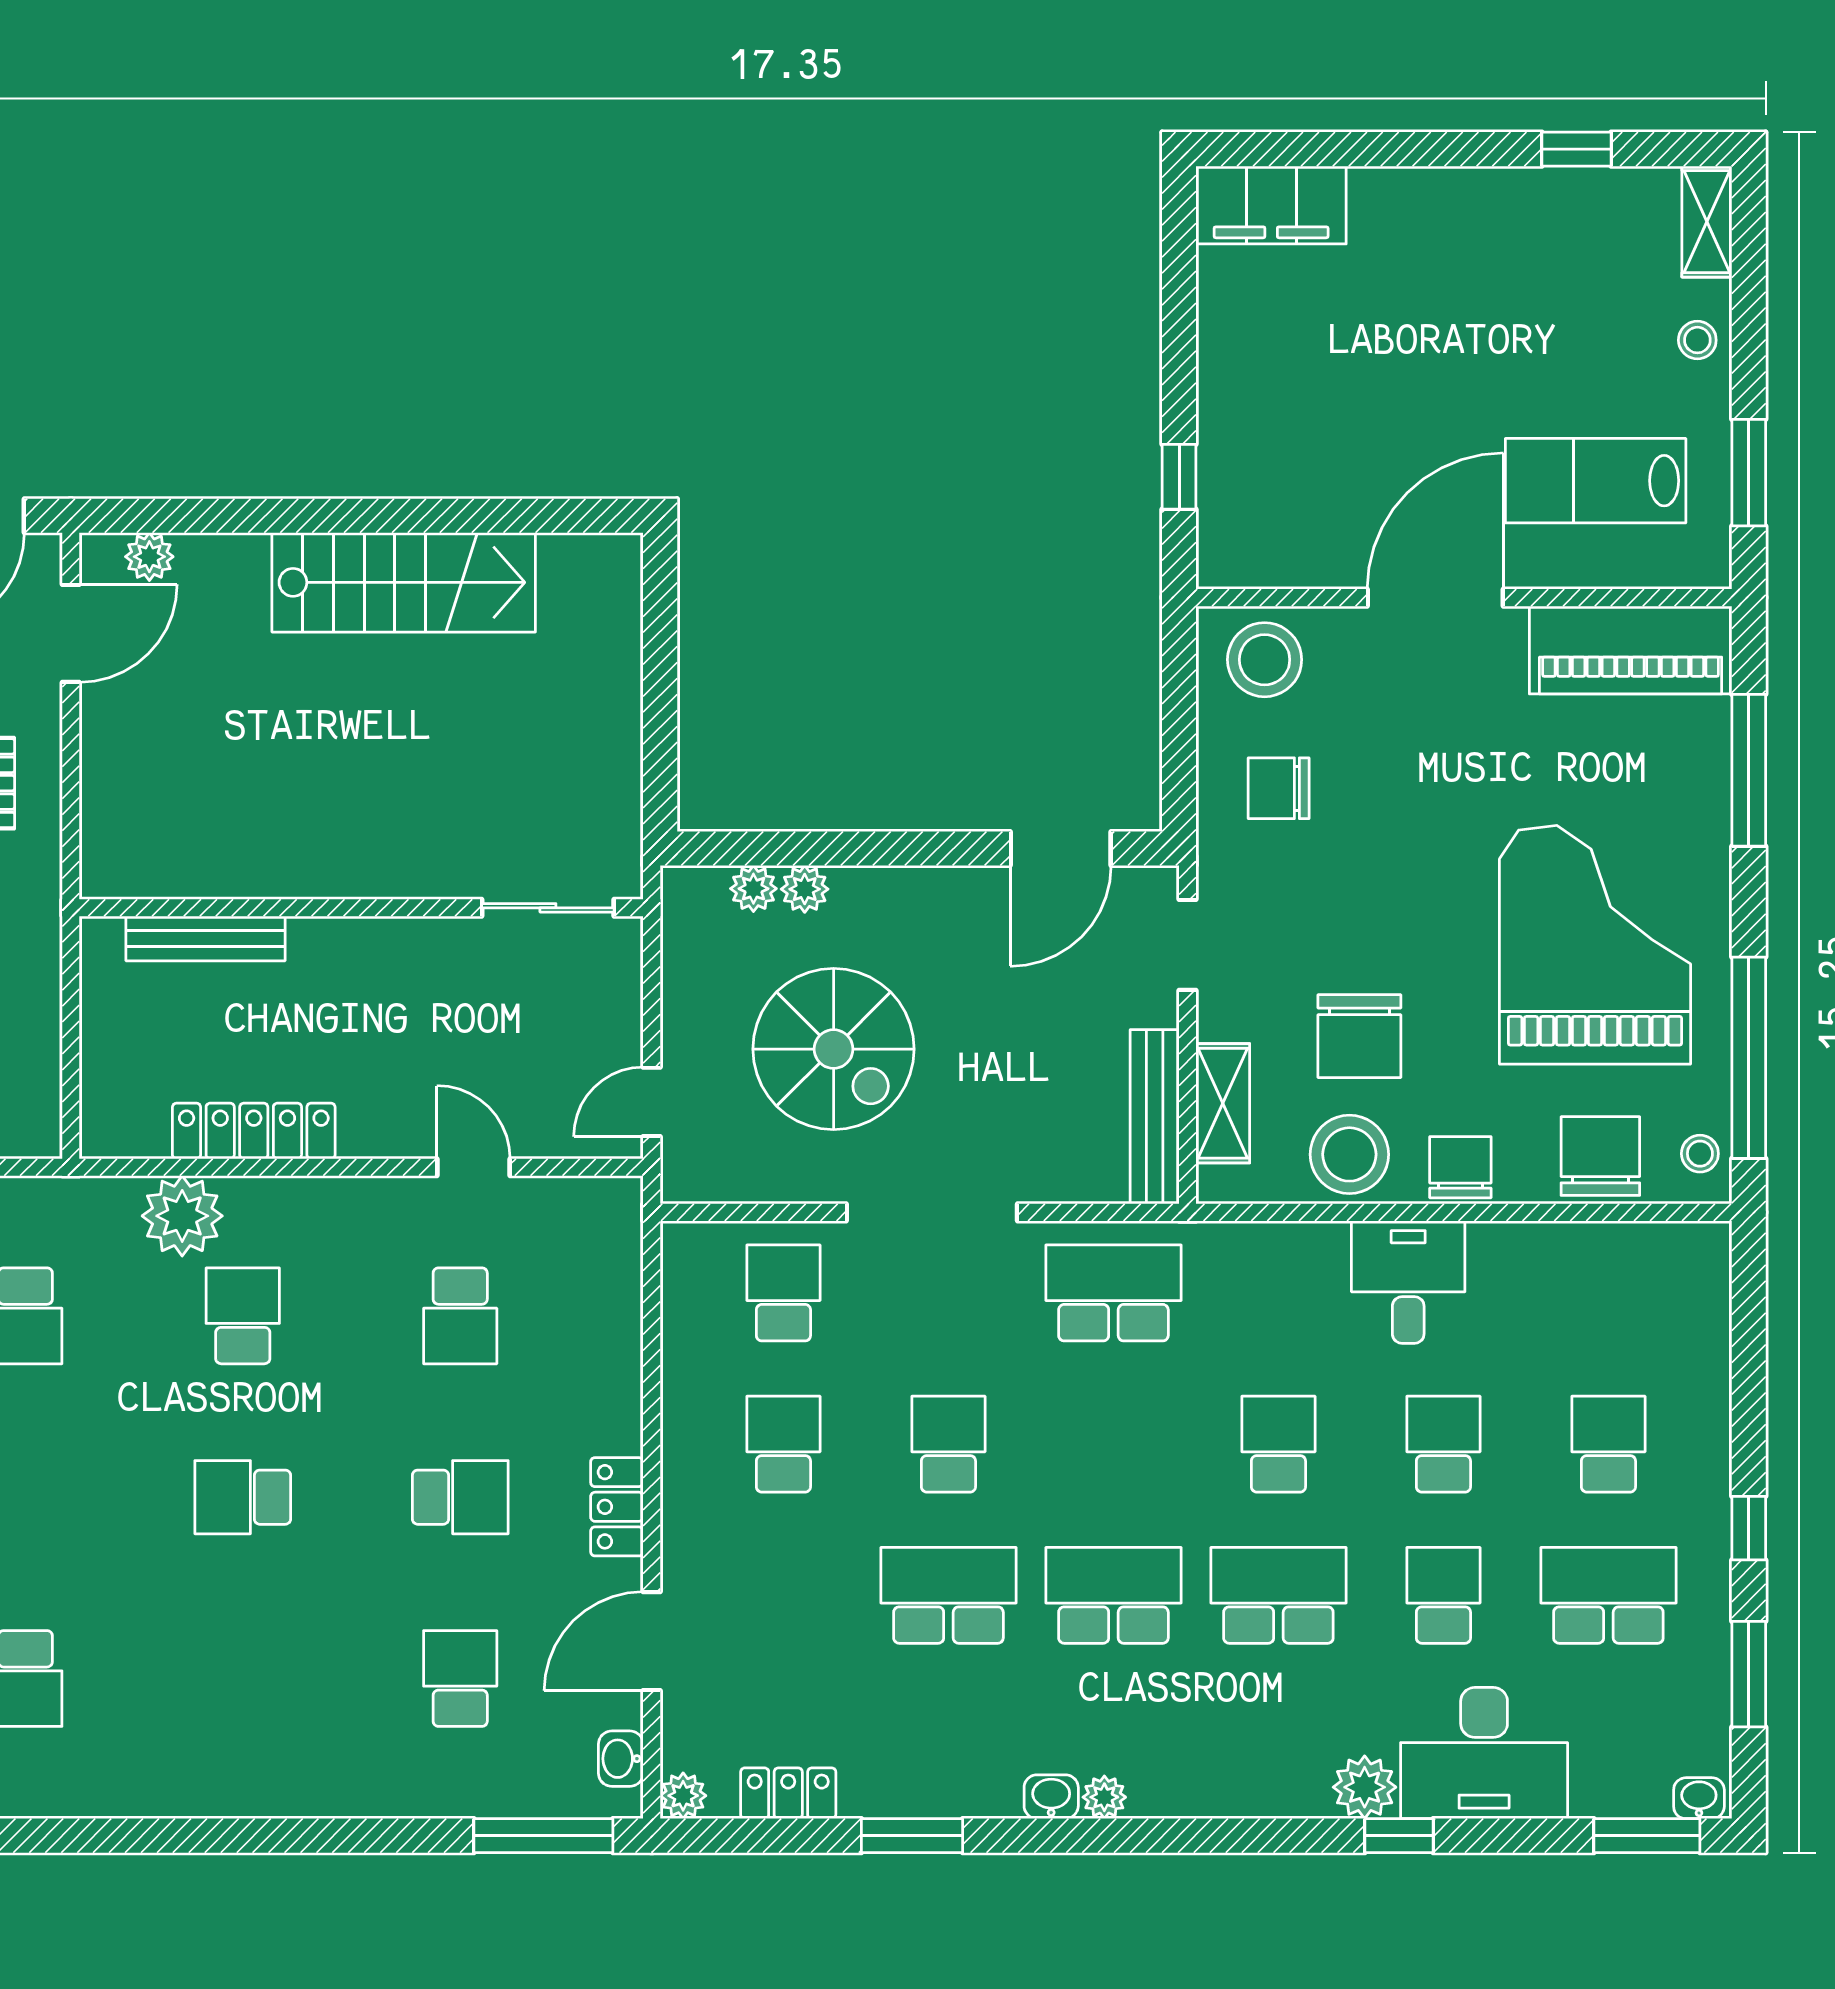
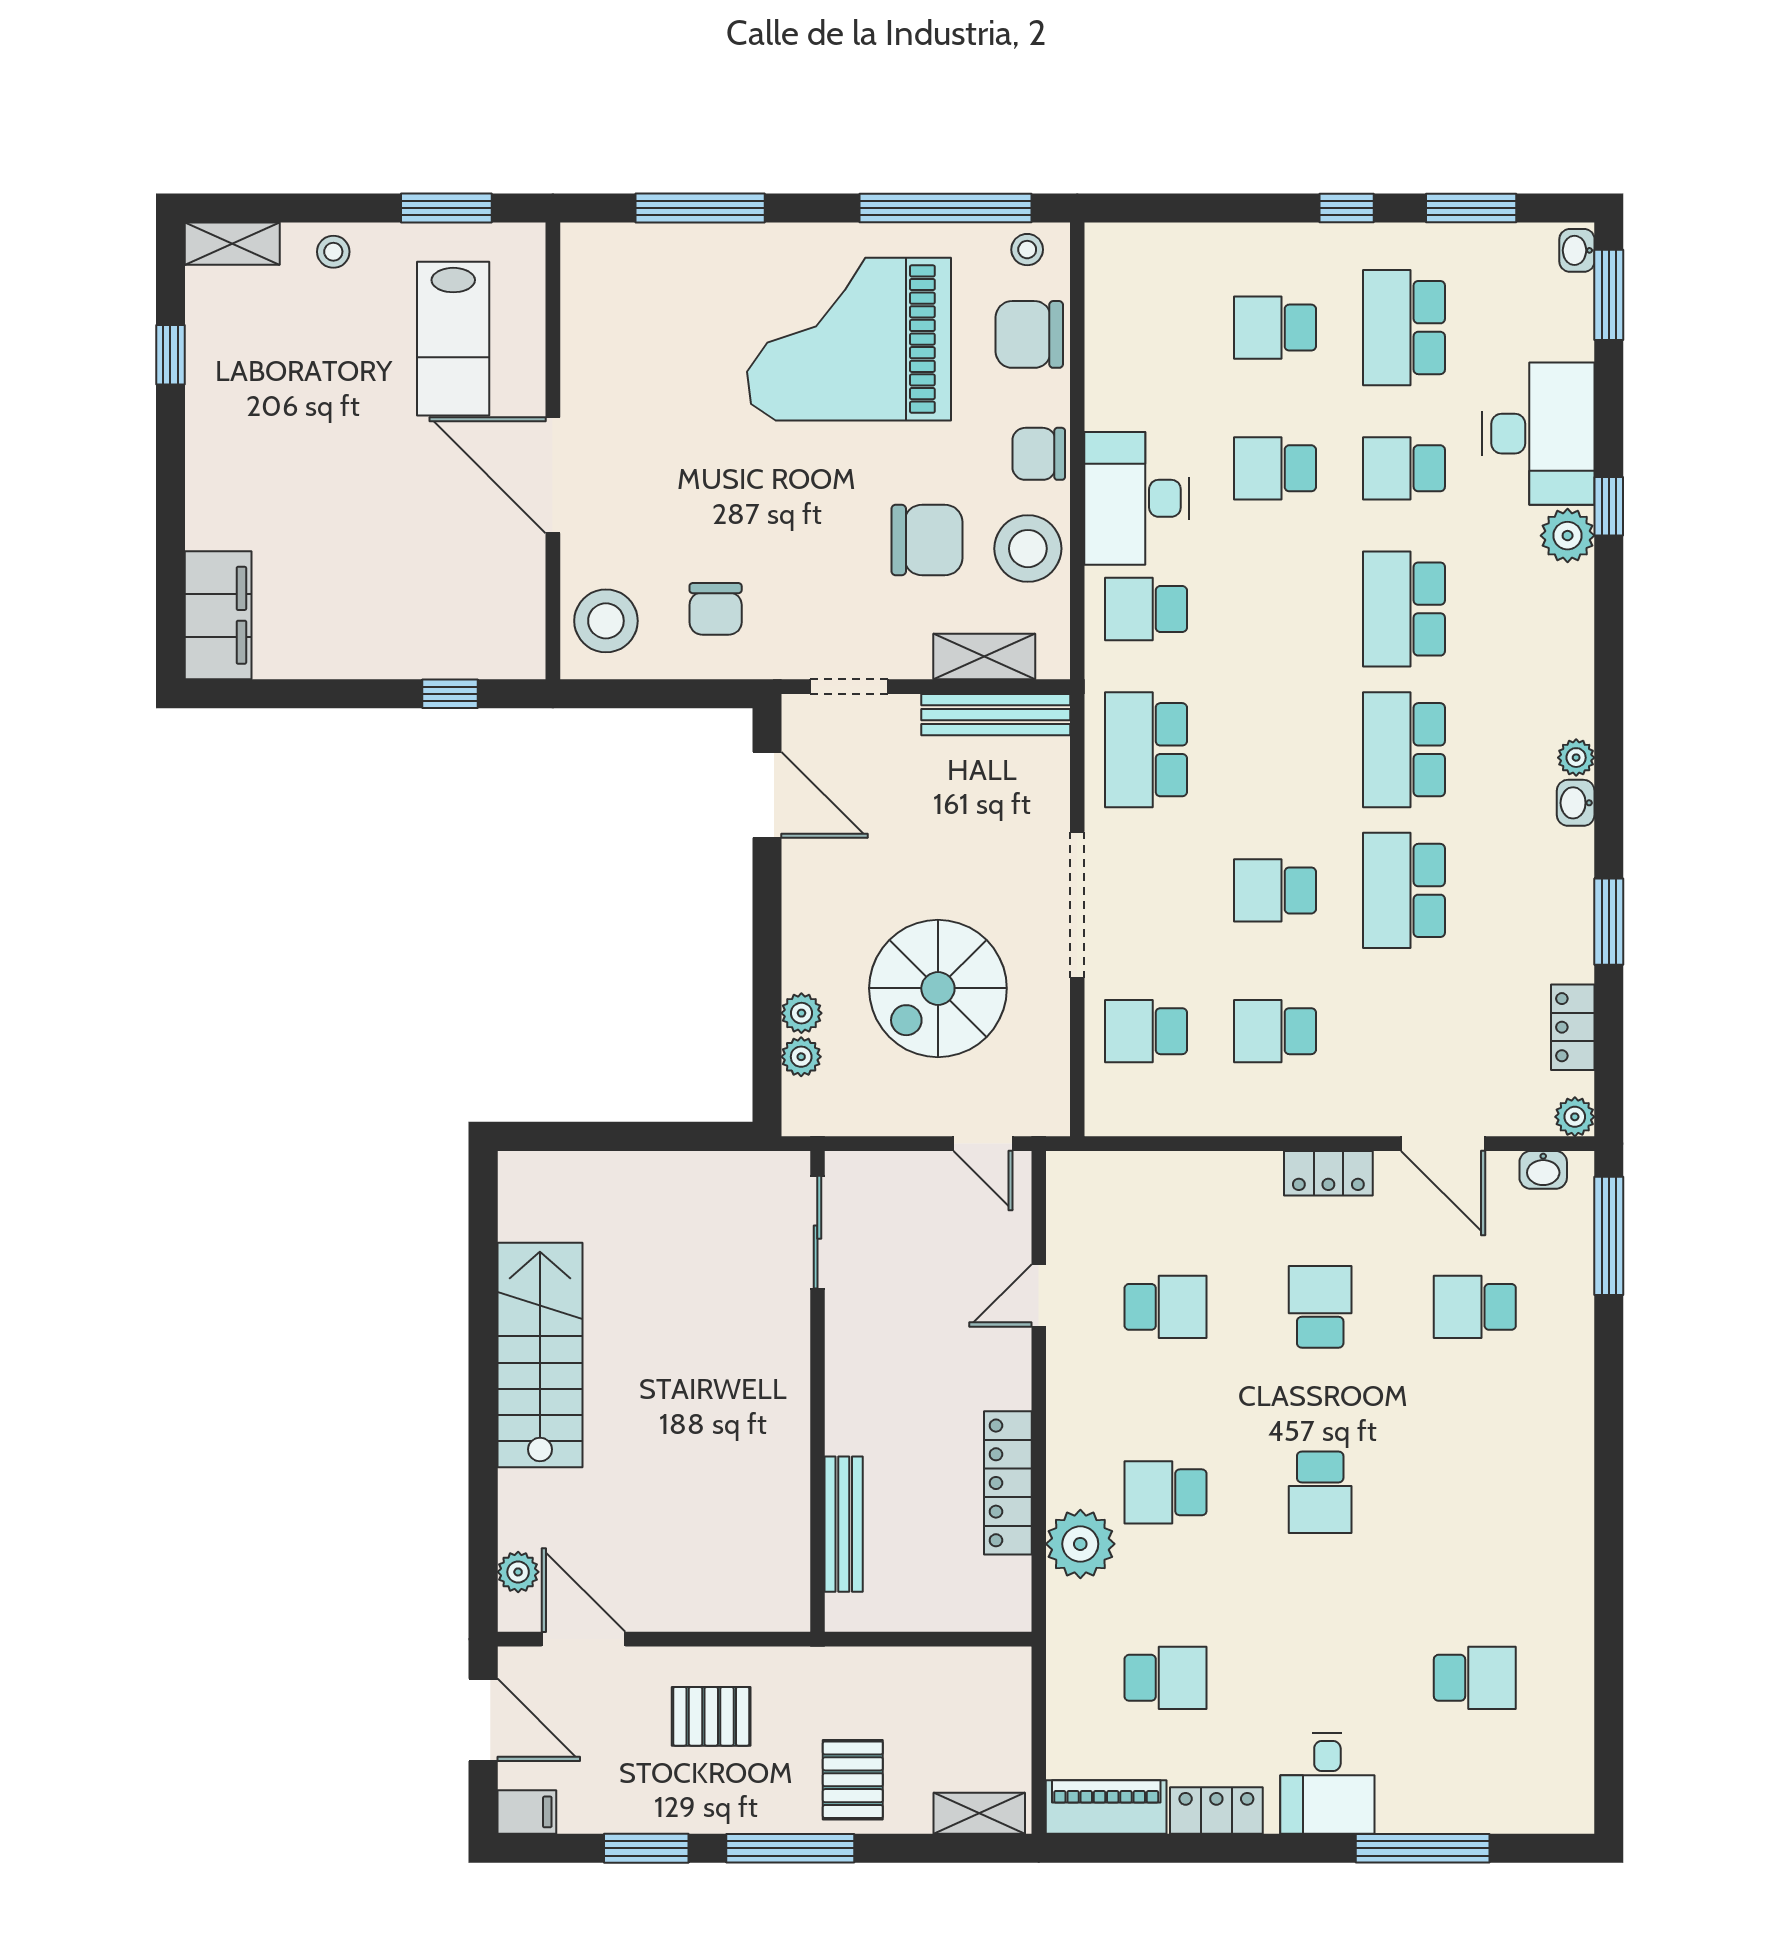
piano: (1631, 650) -> (598, 309), removed
spiral stairs: (834, 1049) -> (938, 988), turned 180
desk: (1408, 1282) -> (1137, 498), width x1.37
school desk: (1278, 1444) -> (1146, 609), moved

